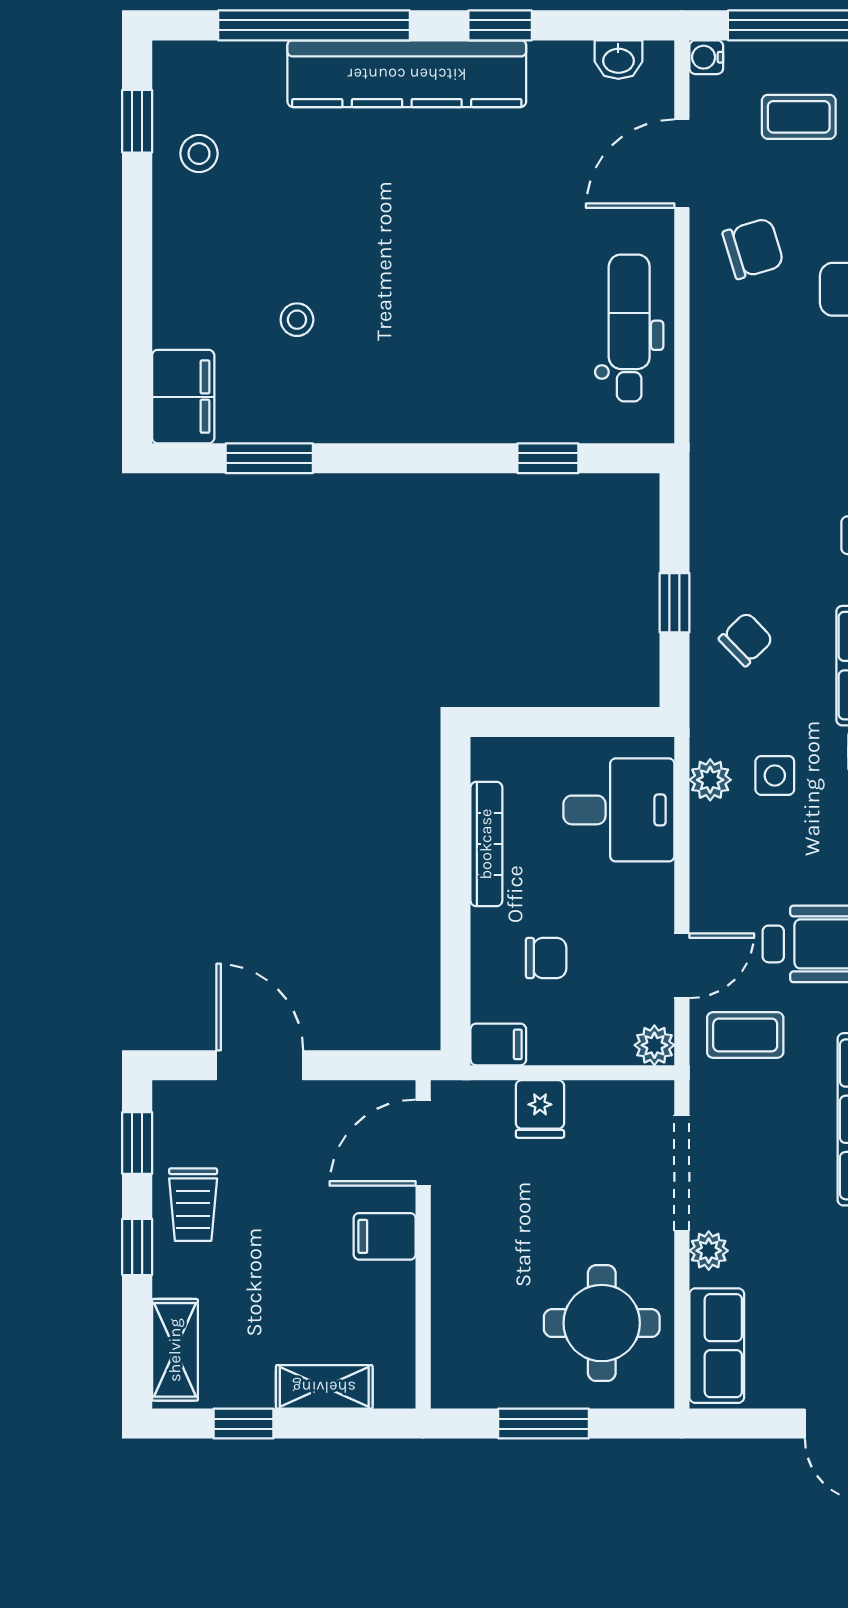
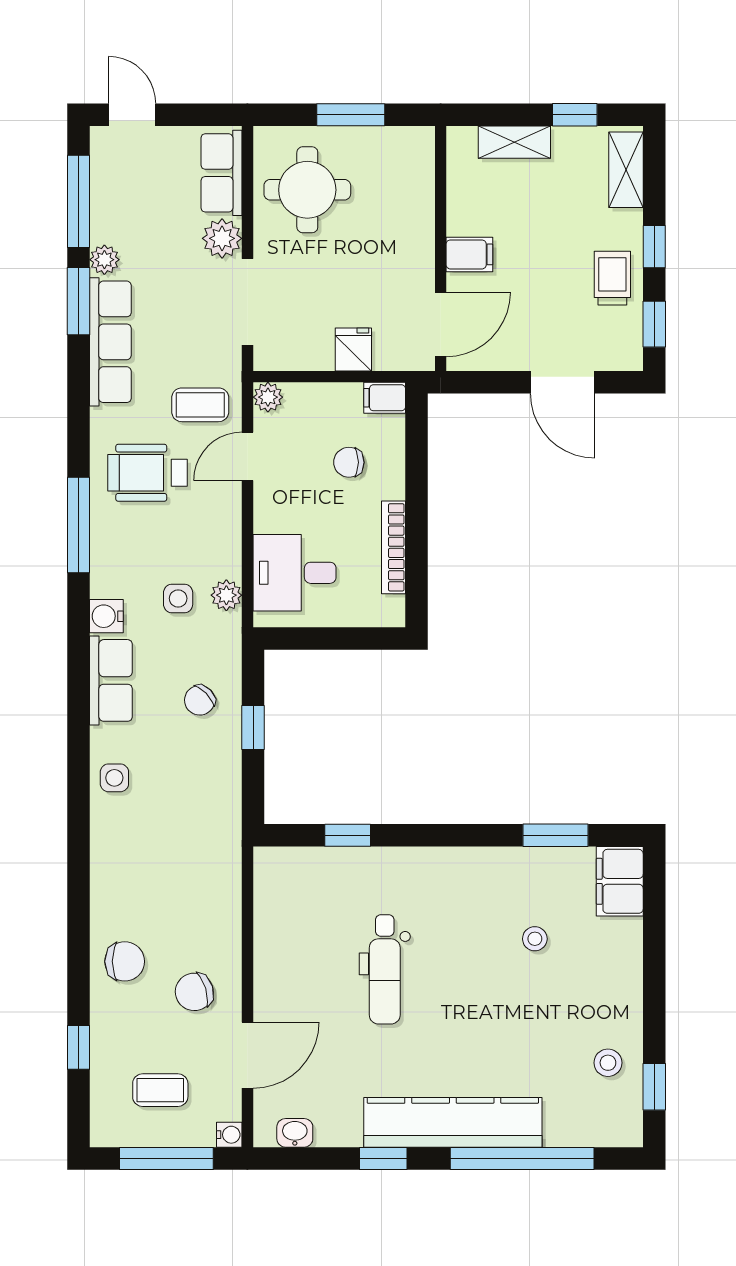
dental chair: (629, 328) -> (385, 969), moved
plant: (709, 1251) -> (222, 238), width x1.38, depth x1.38

